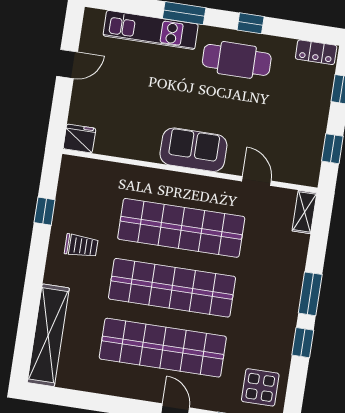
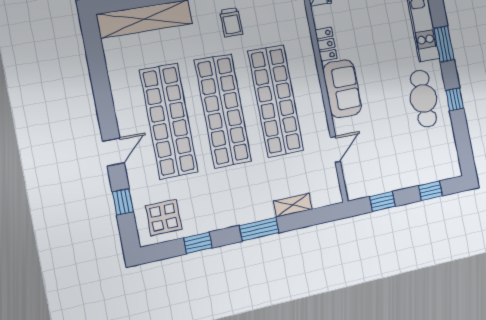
locker: (316, 52) -> (326, 44), moved, turned 180
shelving: (304, 212) -> (293, 205), moved
window: (303, 343) -> (198, 243), moved

